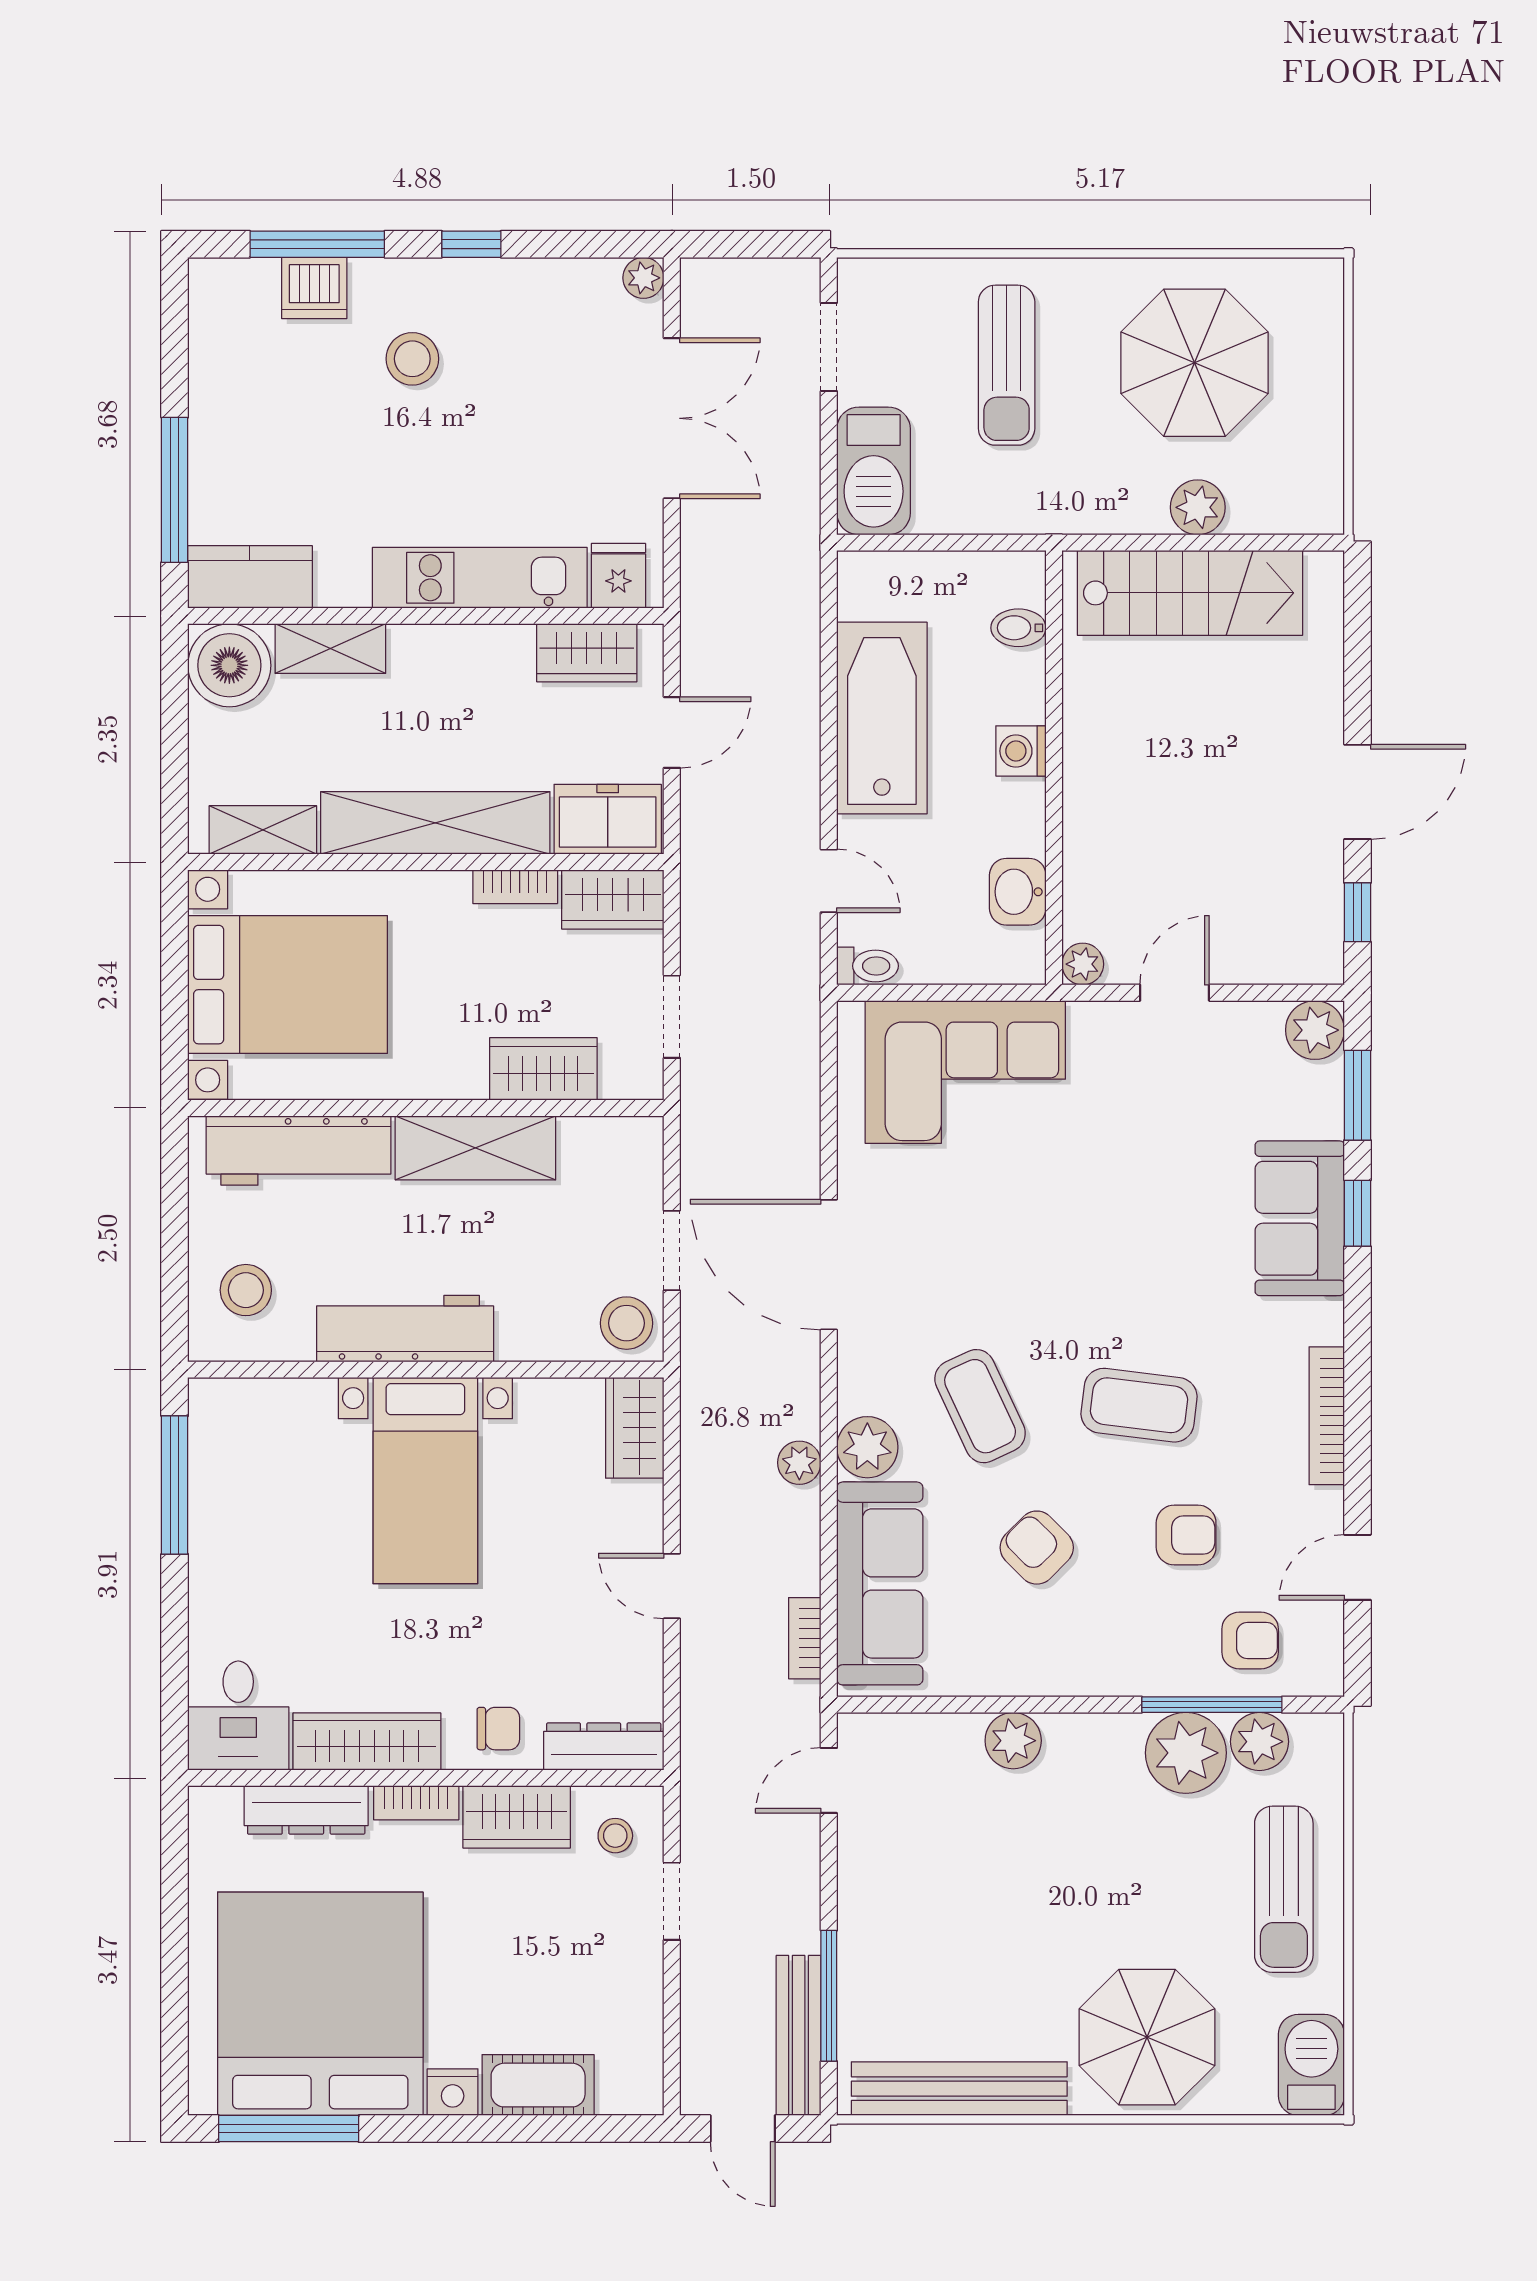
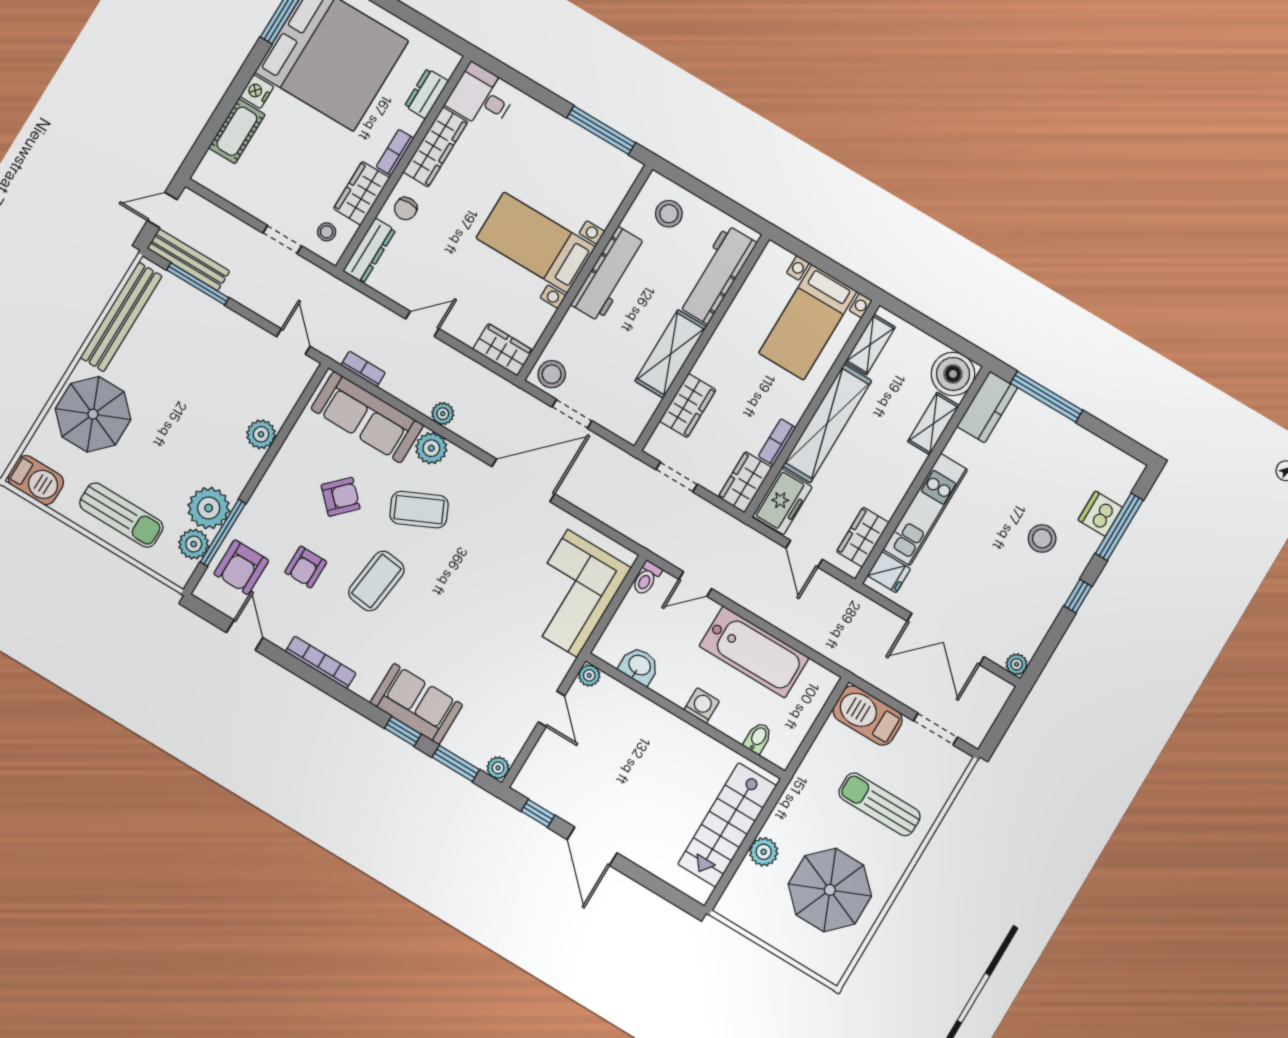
bed with nightstands: (288, 985) -> (808, 322), width x0.73
plant: (1315, 1030) -> (498, 768), width x0.73, depth x0.73
armchair: (1250, 1641) -> (241, 567), width x1.38, depth x1.38
dresser: (306, 1810) -> (426, 94), width x0.70
sun lounger: (1284, 1889) -> (121, 515), turned 180

